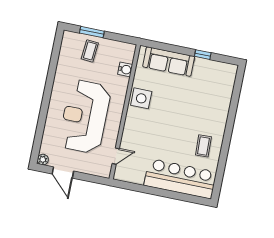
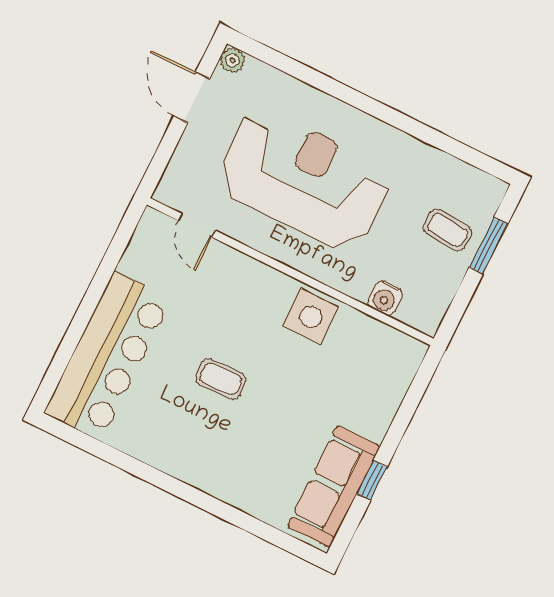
sofa: (169, 62) -> (334, 487), moved
coffee table: (203, 146) -> (221, 379), moved
door: (63, 172) -> (192, 97), hinge flipped

